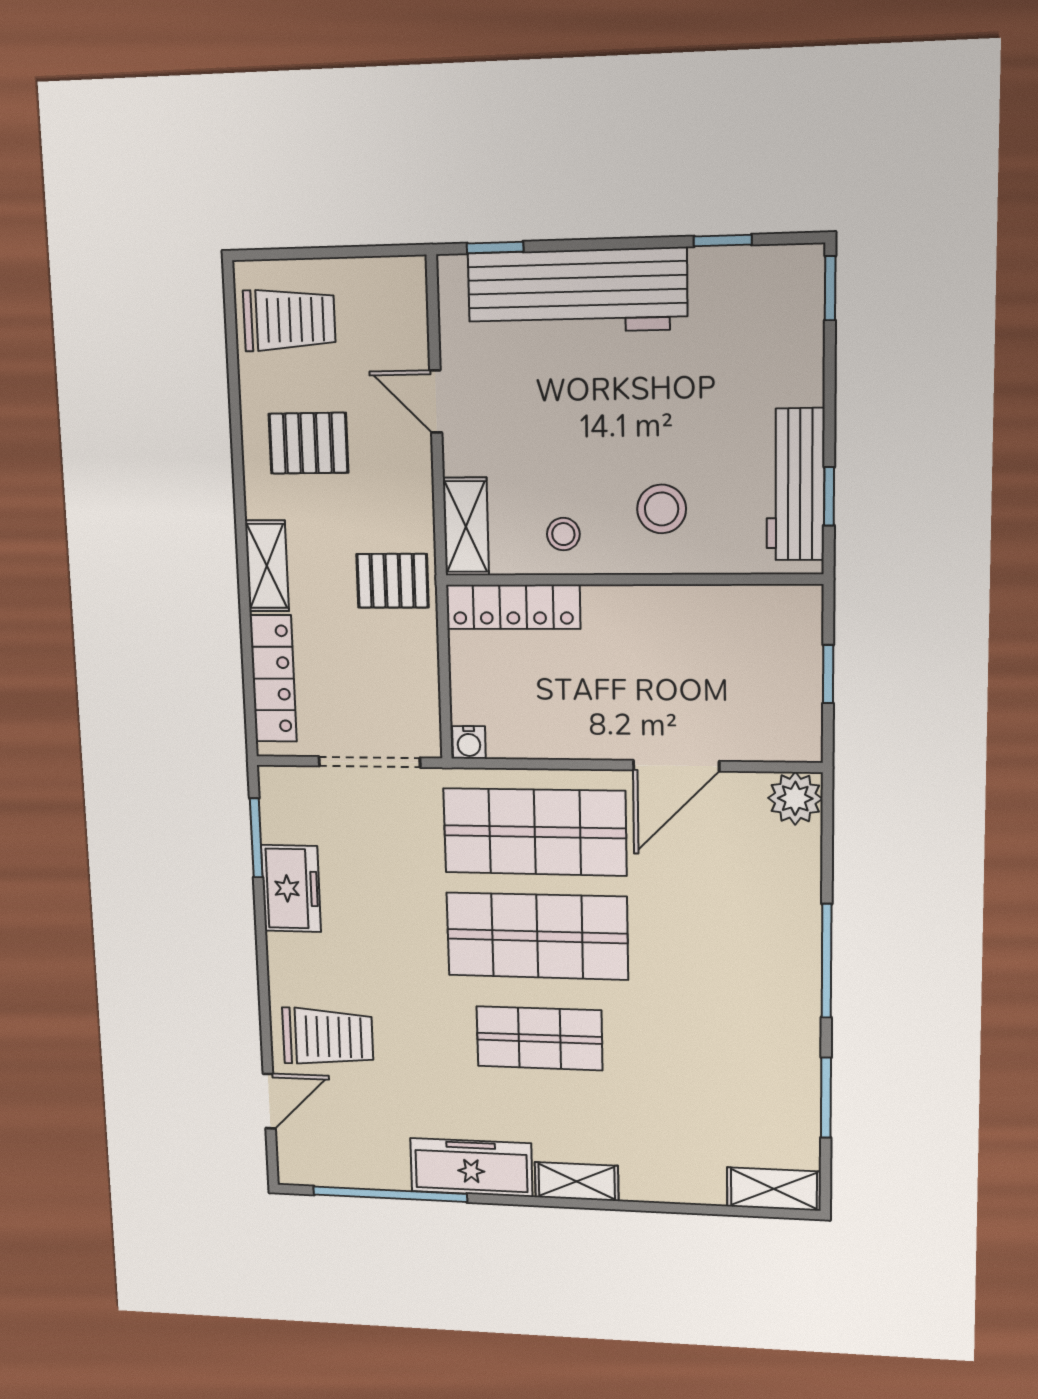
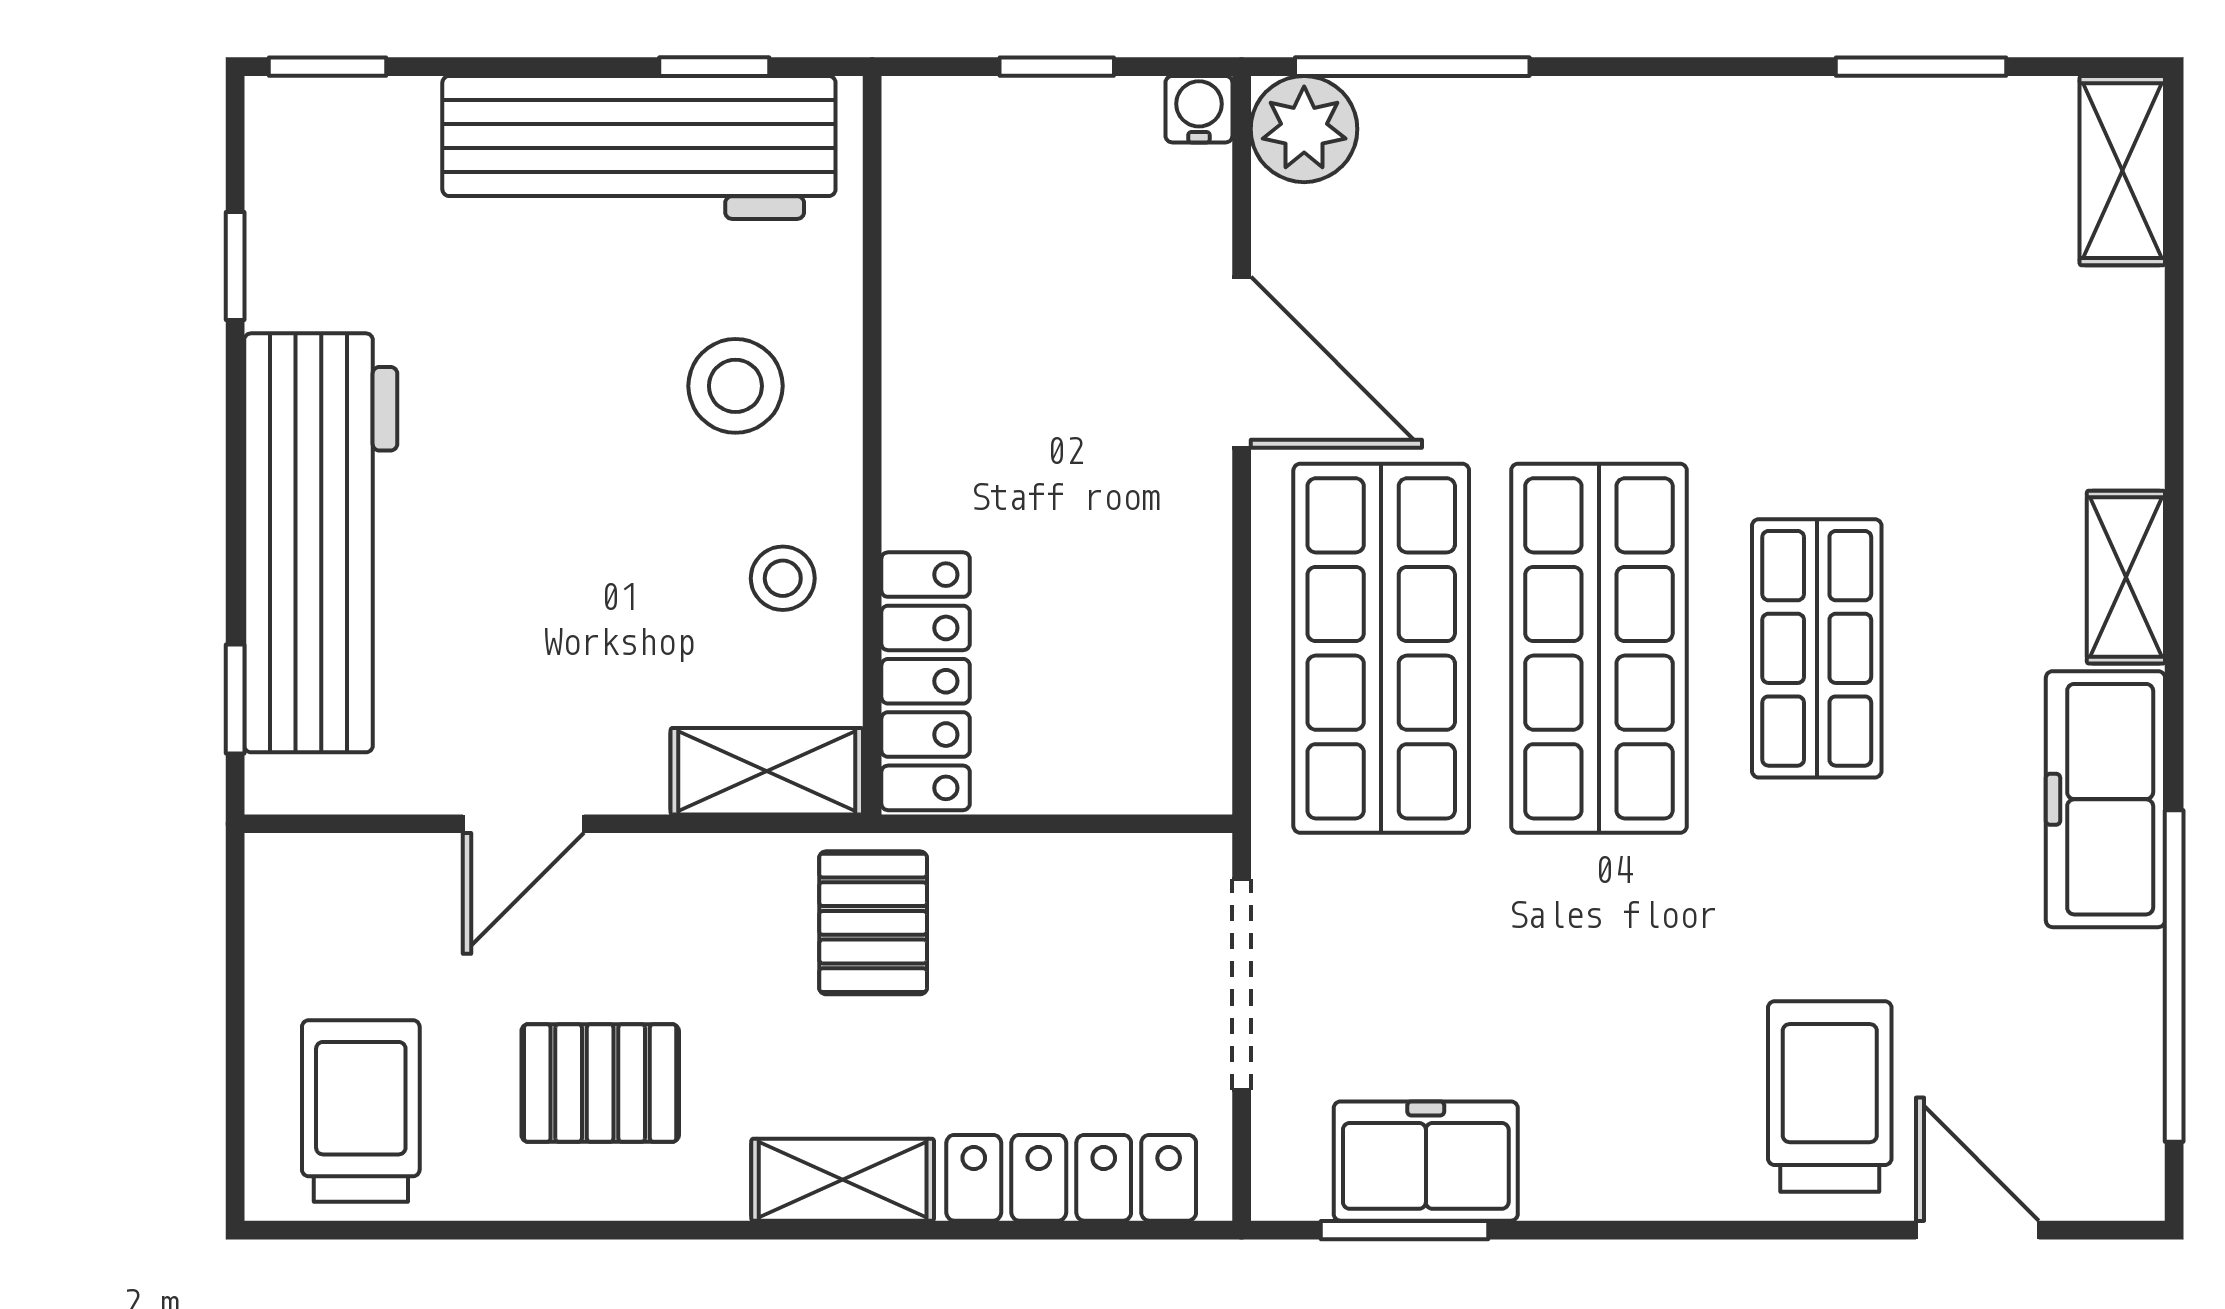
pallet: (308, 443) -> (600, 1083), turned 90
workbench: (795, 485) -> (639, 147), width x1.36, depth x1.32
water cooler: (469, 742) -> (1199, 109), moved, turned -90
freezer: (291, 889) -> (1426, 1161), moved
window: (827, 961) -> (1412, 67), moved

